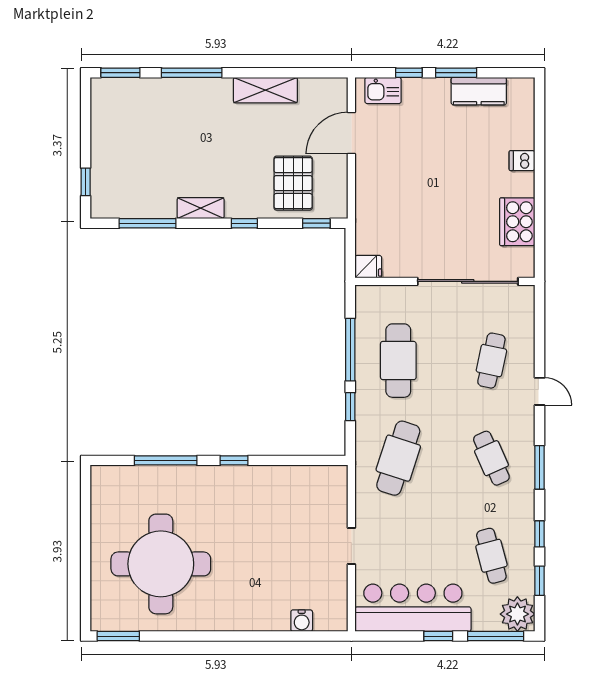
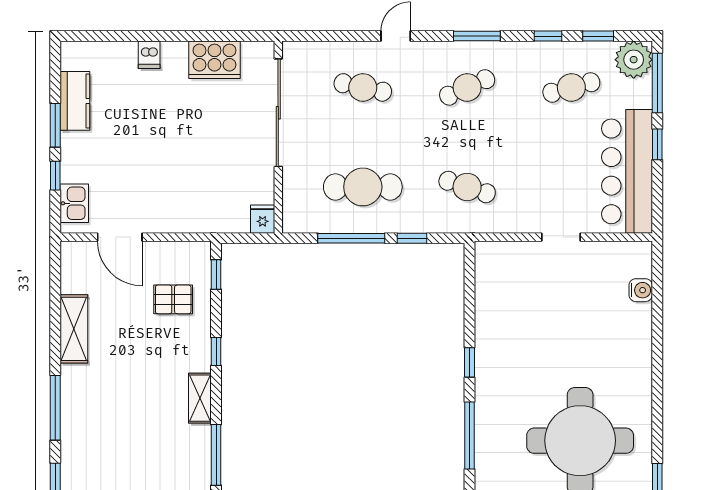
pallet: (293, 183) -> (173, 299), width x0.67, depth x0.71
cafe table: (398, 458) -> (467, 187), width x0.73, depth x0.74

